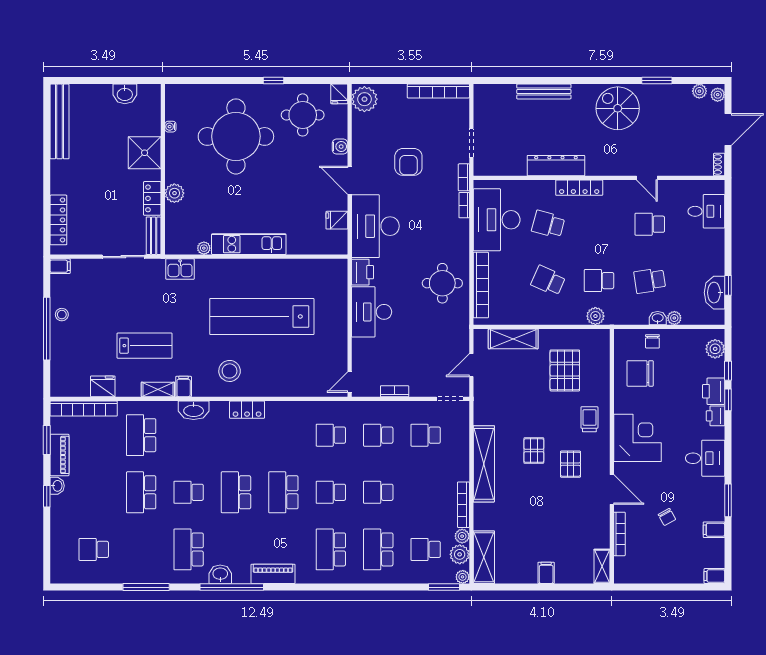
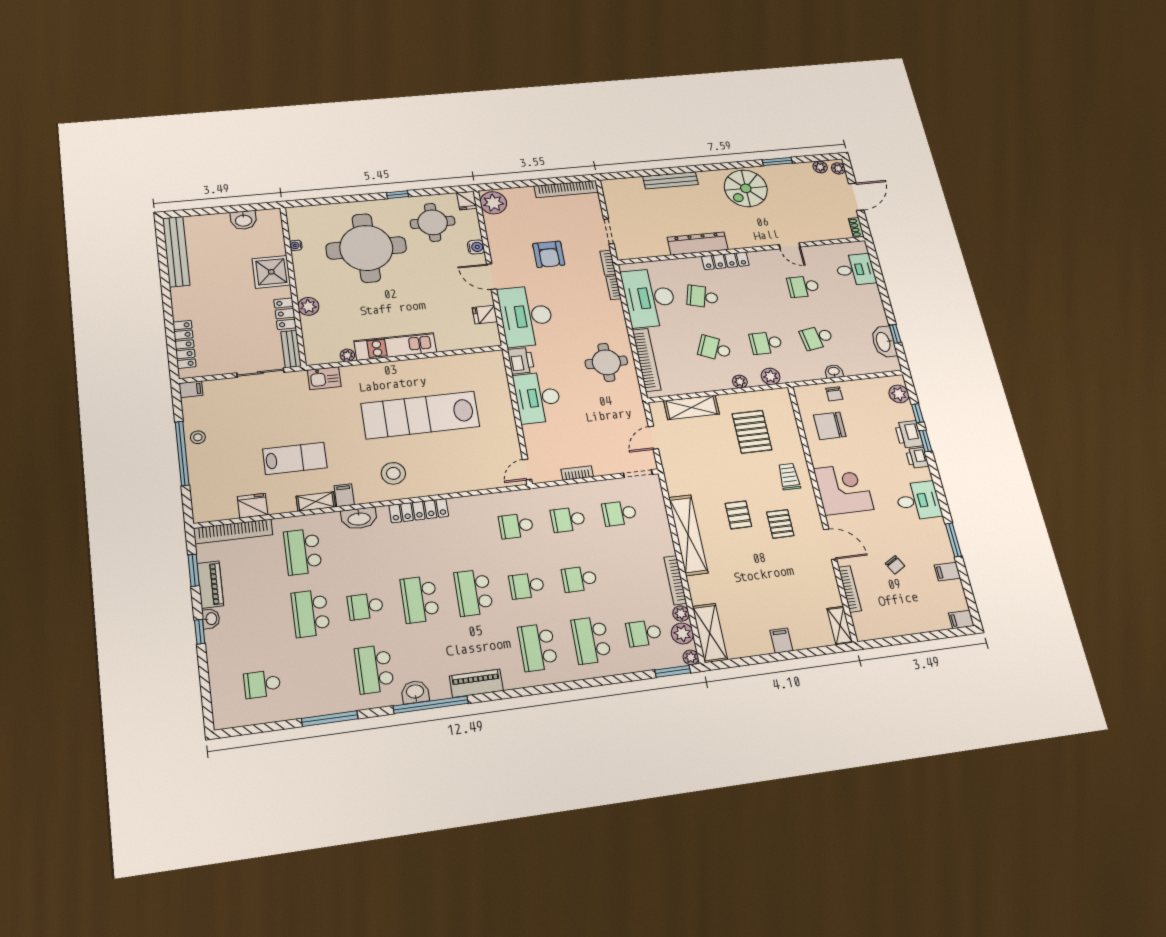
spiral stairs: (618, 108) -> (746, 188), turned -90
plant: (674, 318) -> (740, 382), moved
locker: (247, 410) -> (419, 511), width x1.53

